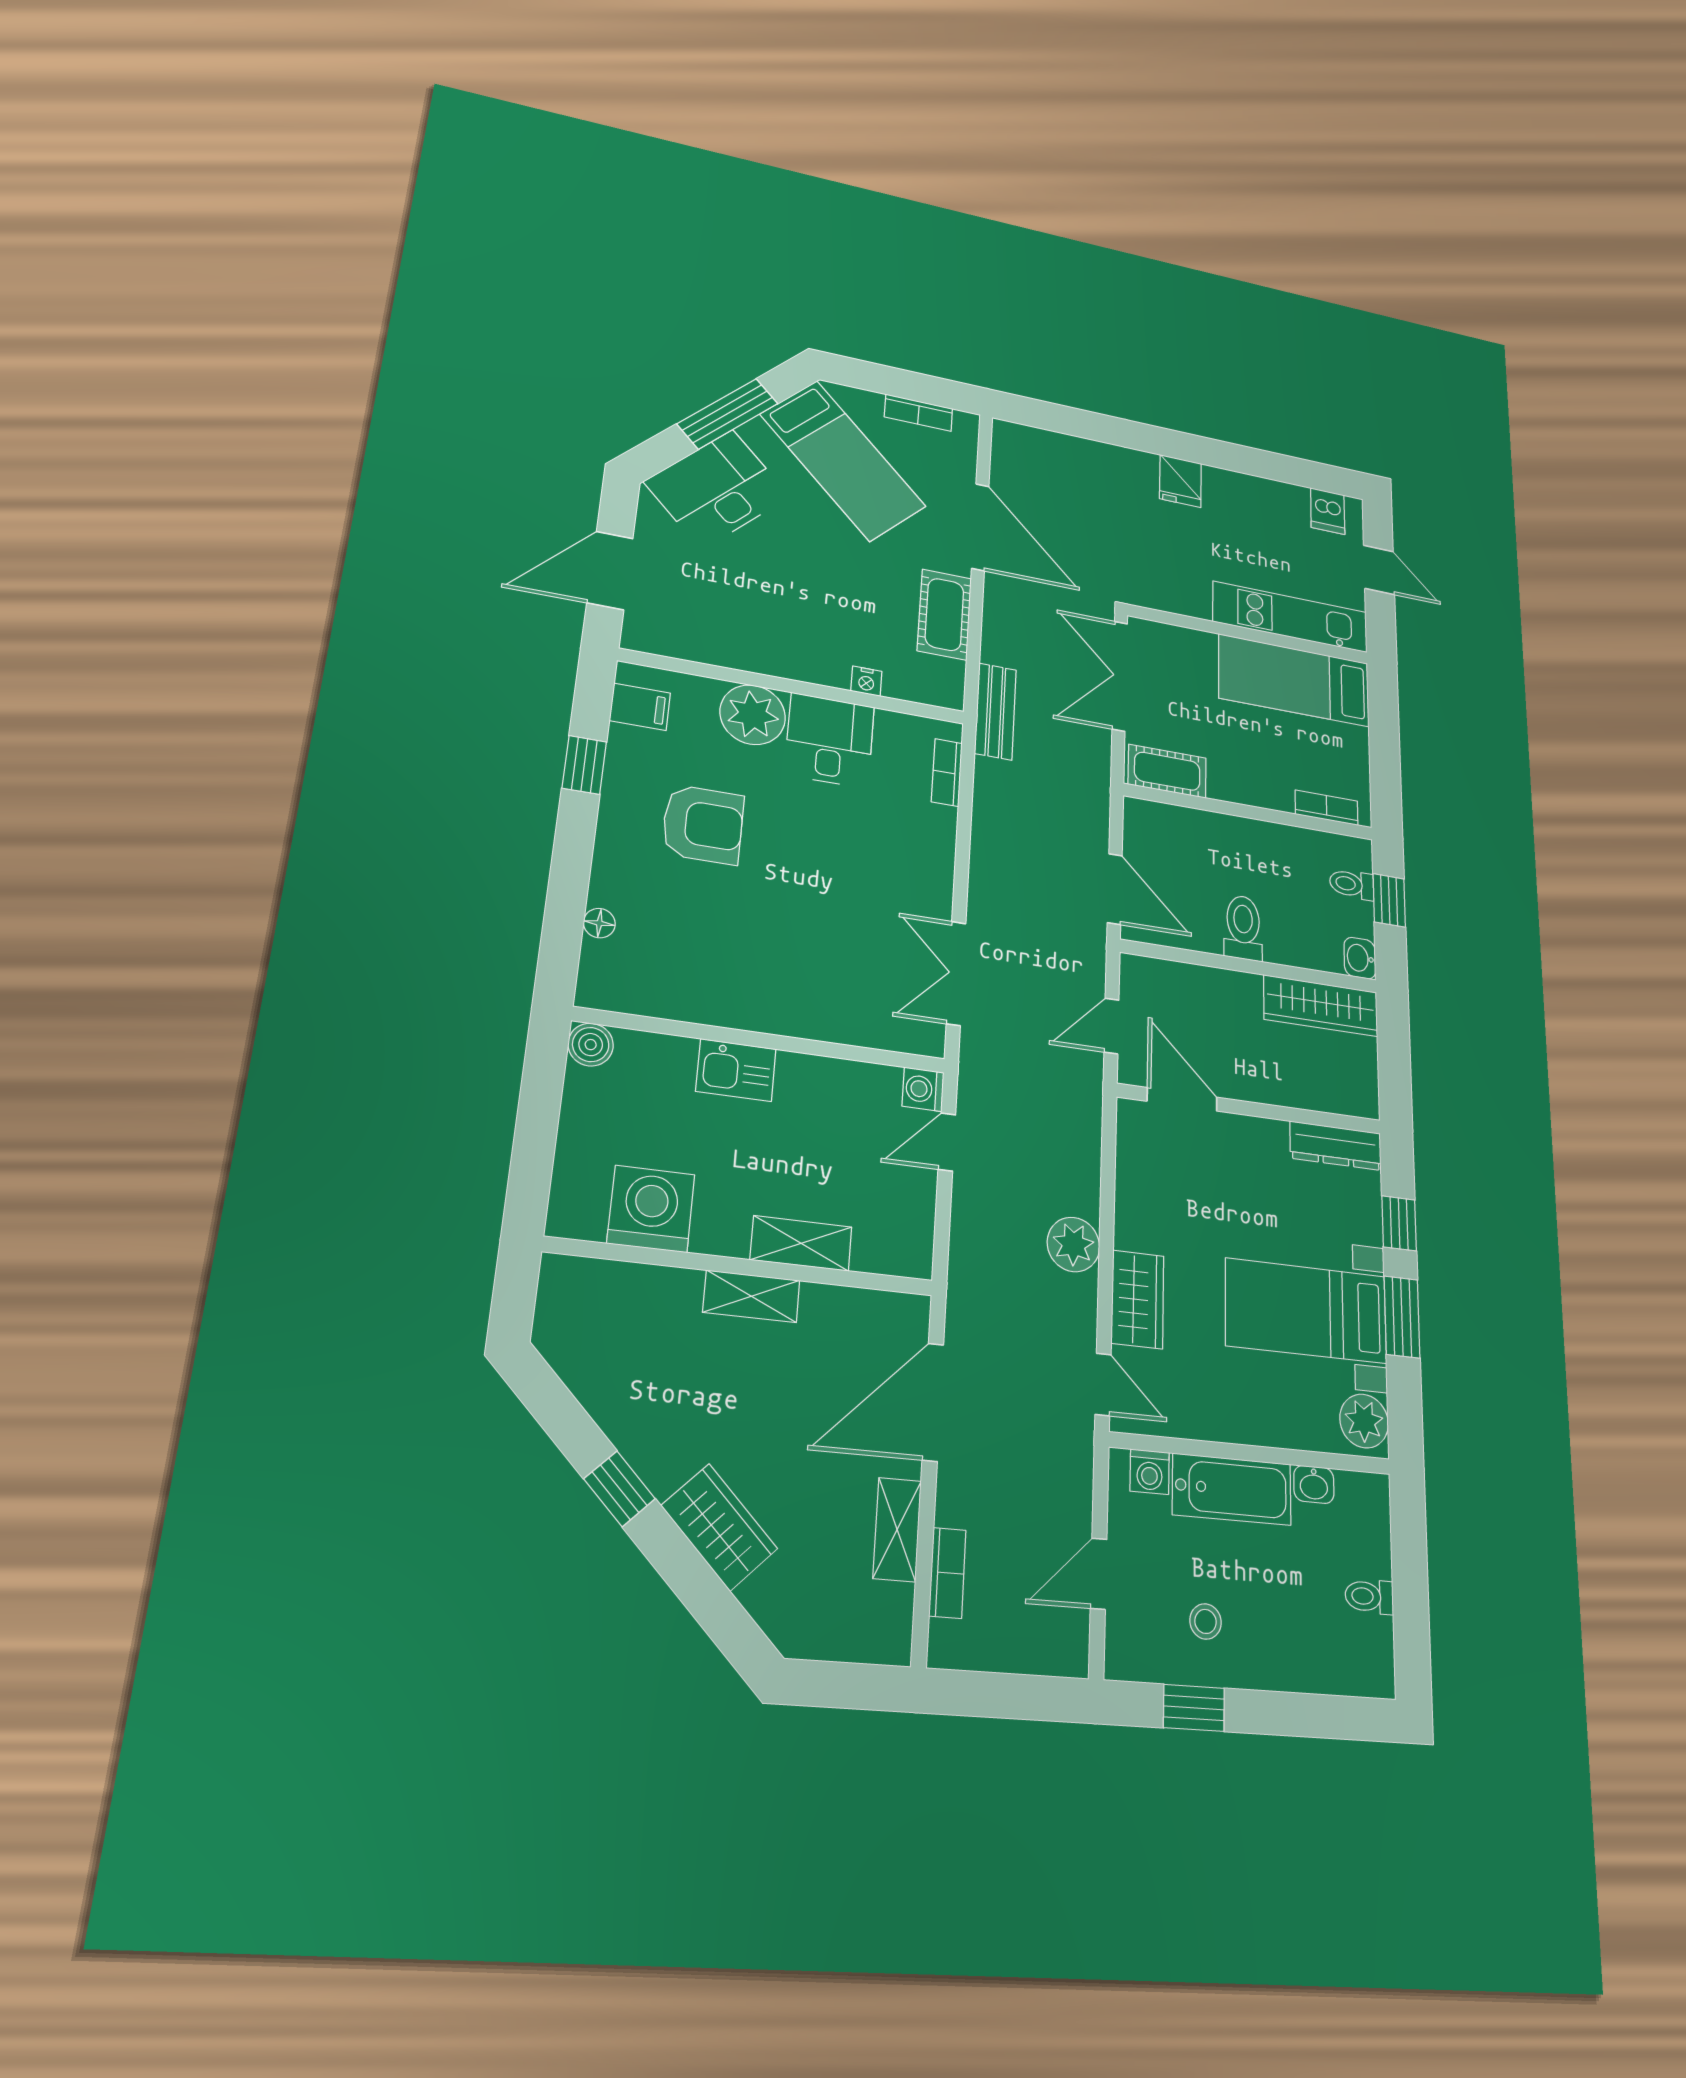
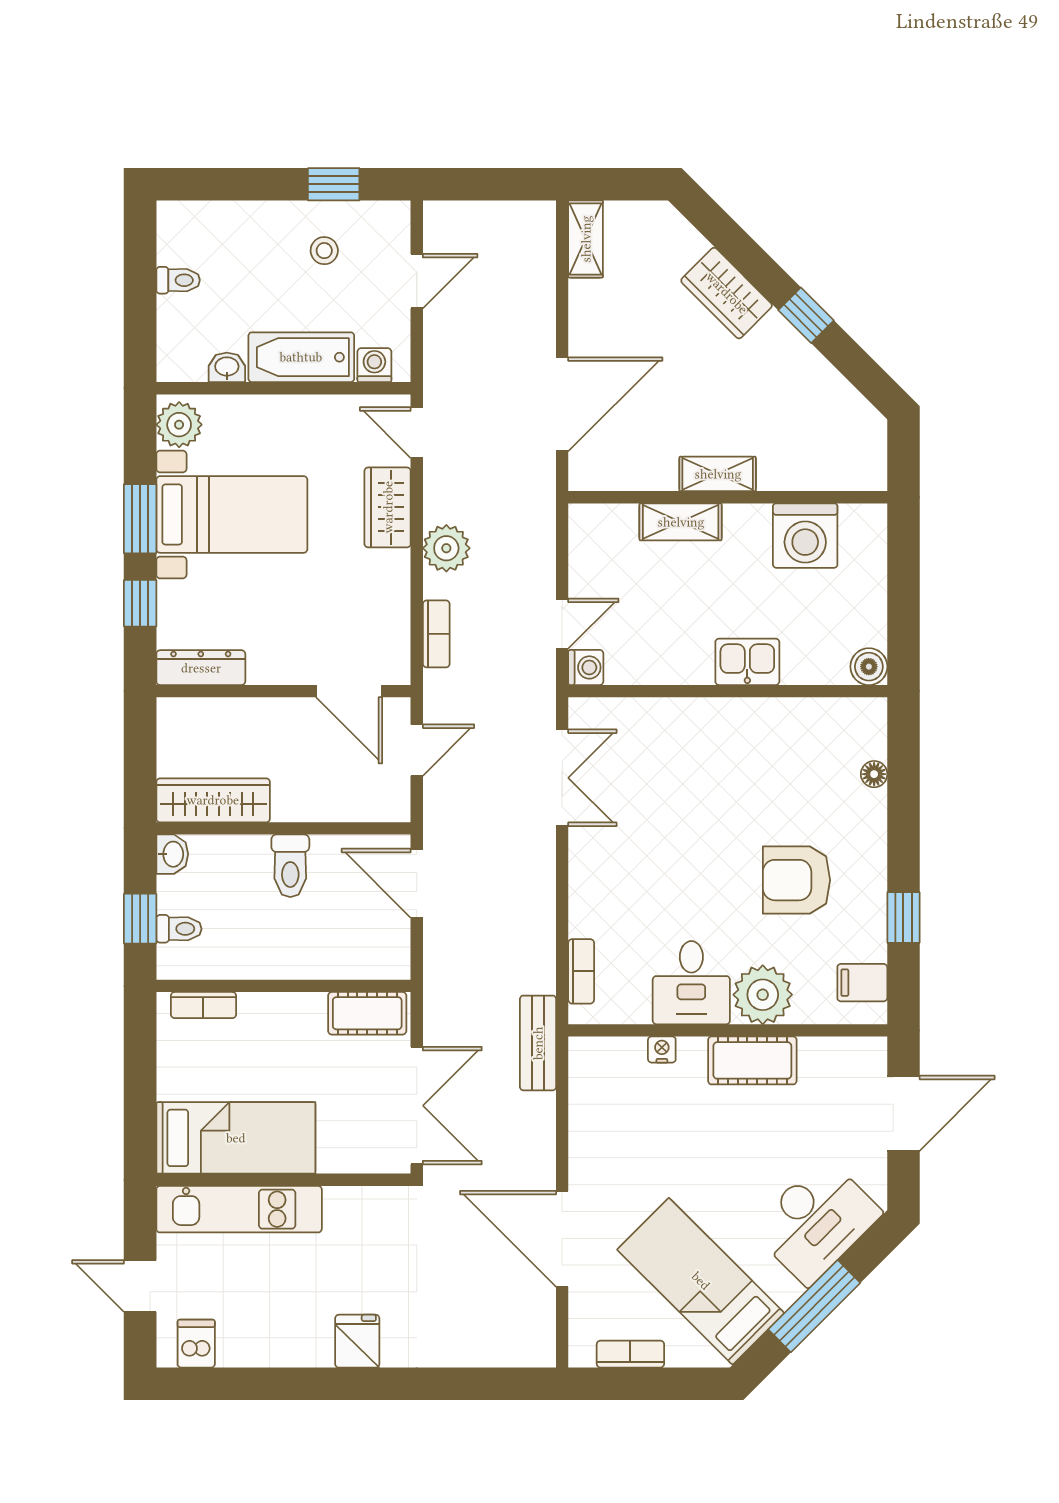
cot: (944, 614) -> (752, 1060), moved, turned 90
shelving: (897, 1529) -> (586, 239), moved
bookcase: (947, 1573) -> (436, 634), moved, turned 180

